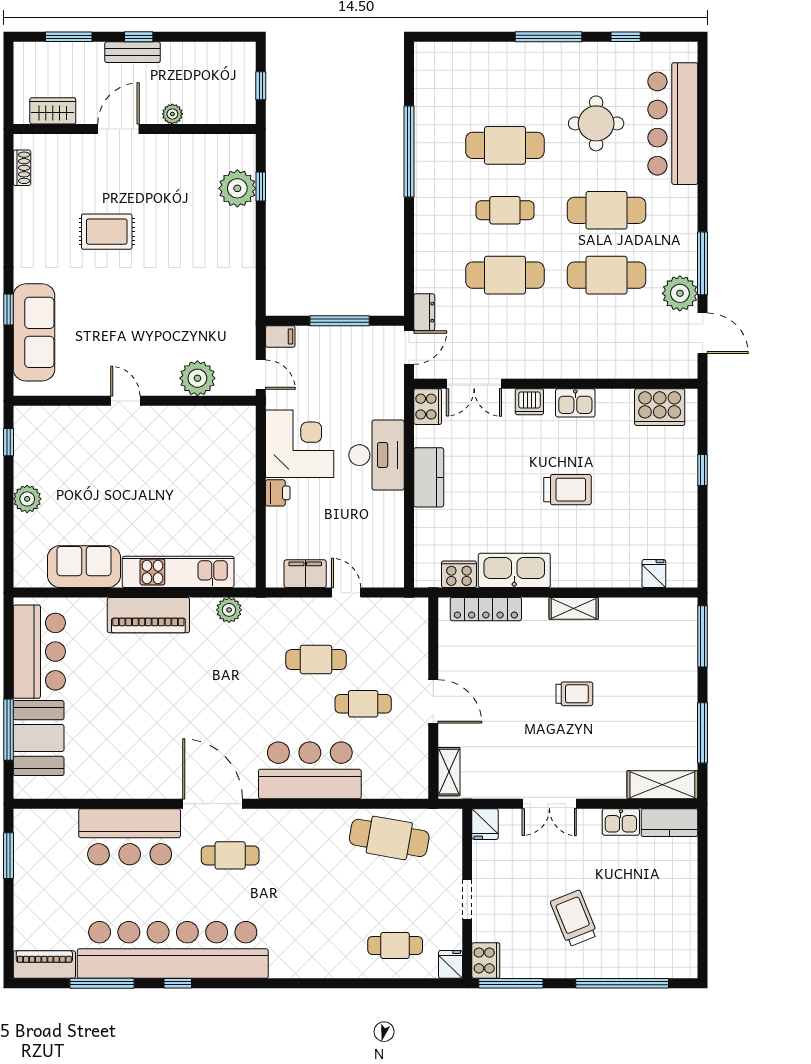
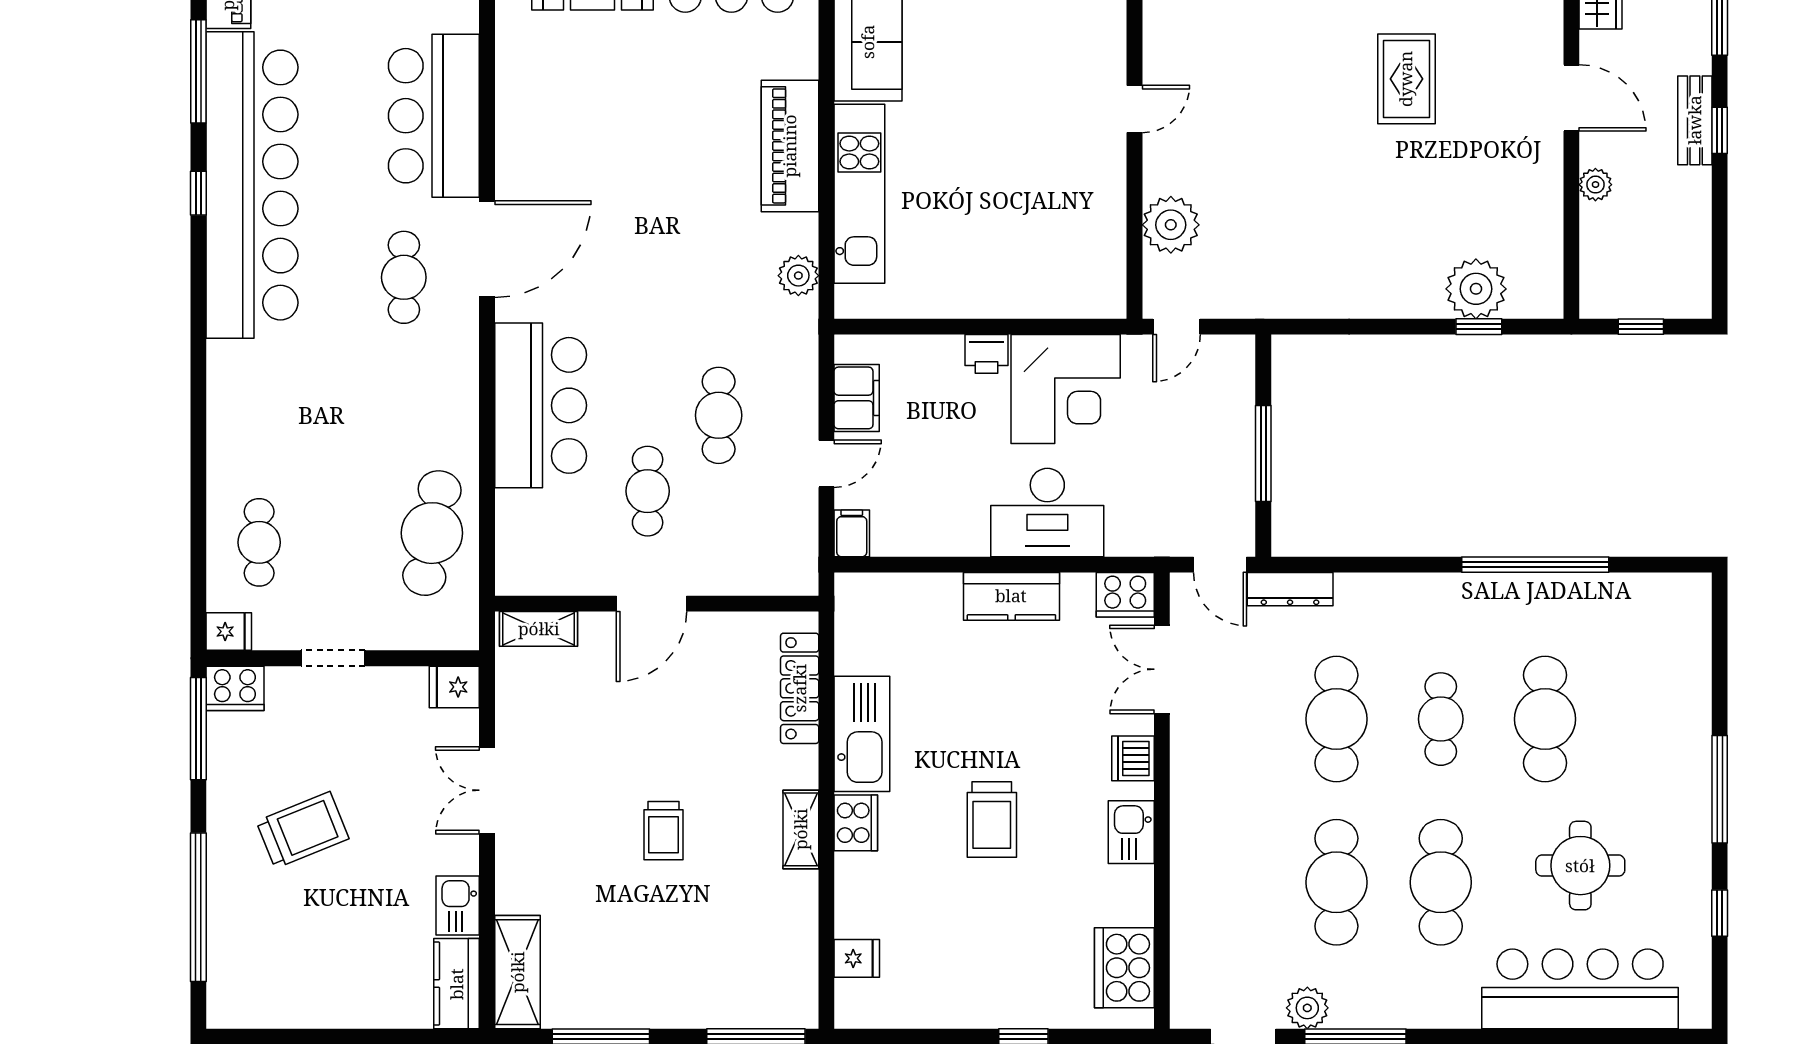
plant: (680, 293) -> (1307, 1008), width x0.73, depth x0.73
dresser: (424, 312) -> (1290, 589), width x1.44
filing cabinet: (280, 336) -> (852, 533), moved, turned 180
cooker: (459, 574) -> (856, 823), moved

